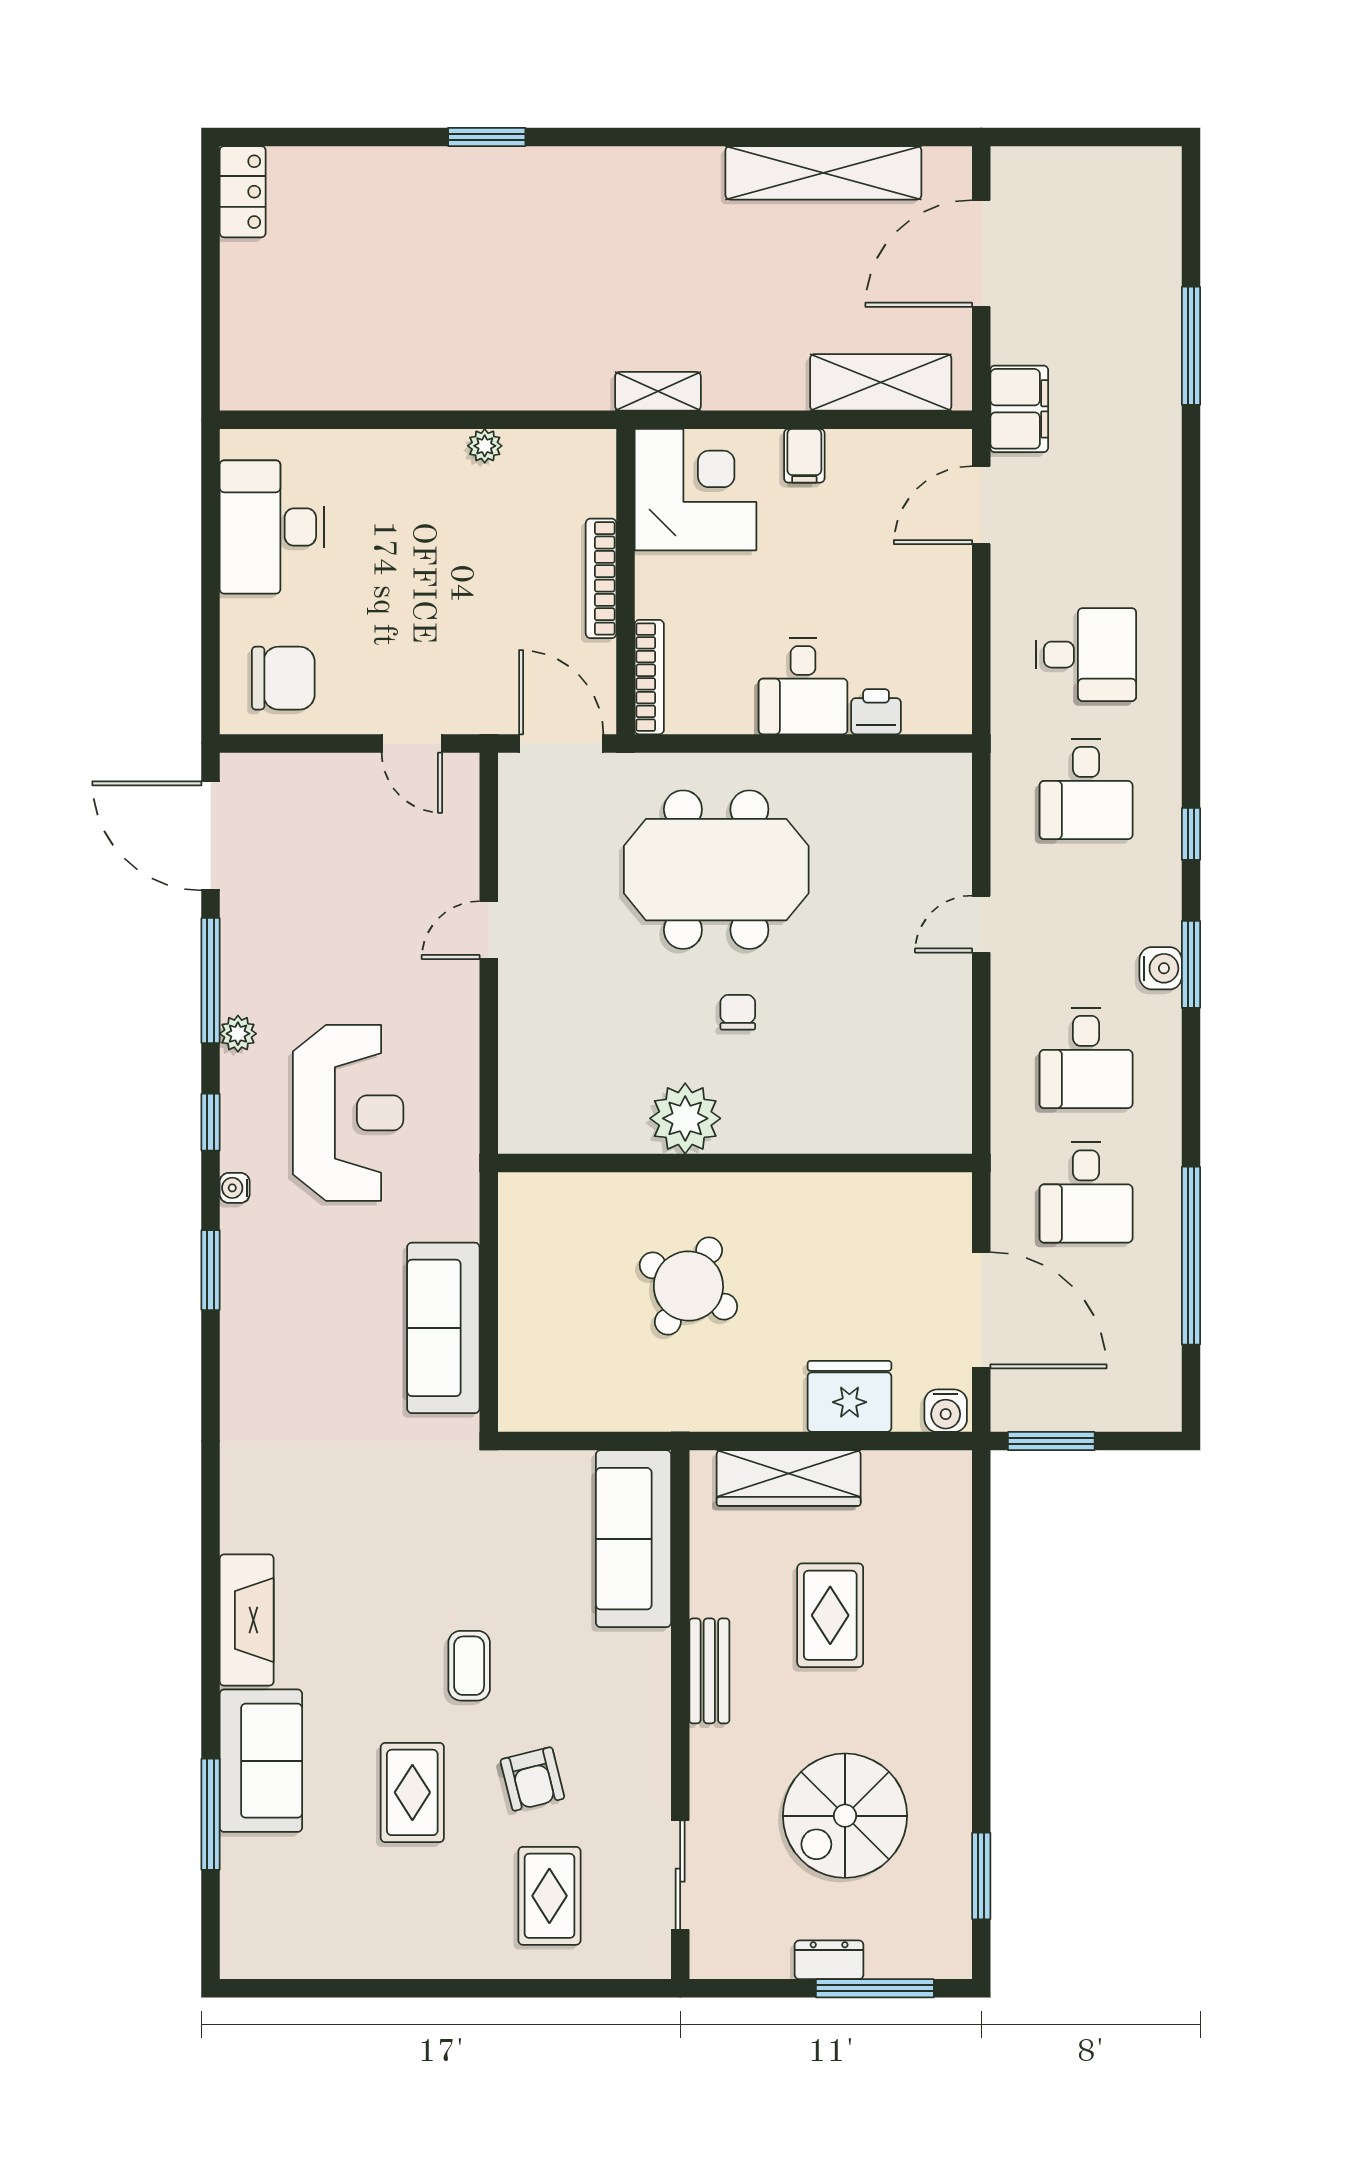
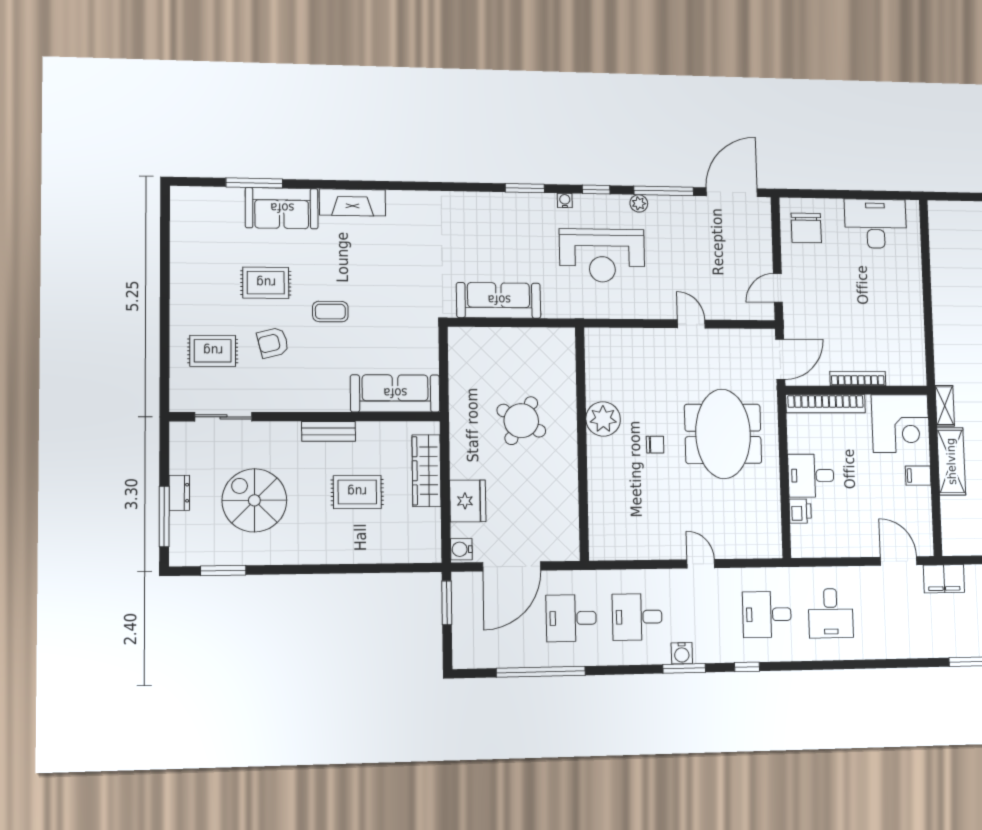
shelving: (881, 382) -> (951, 461), moved
plant: (485, 446) -> (916, 324), removed
bookcase: (649, 677) -> (826, 404), width x1.48, depth x1.31

